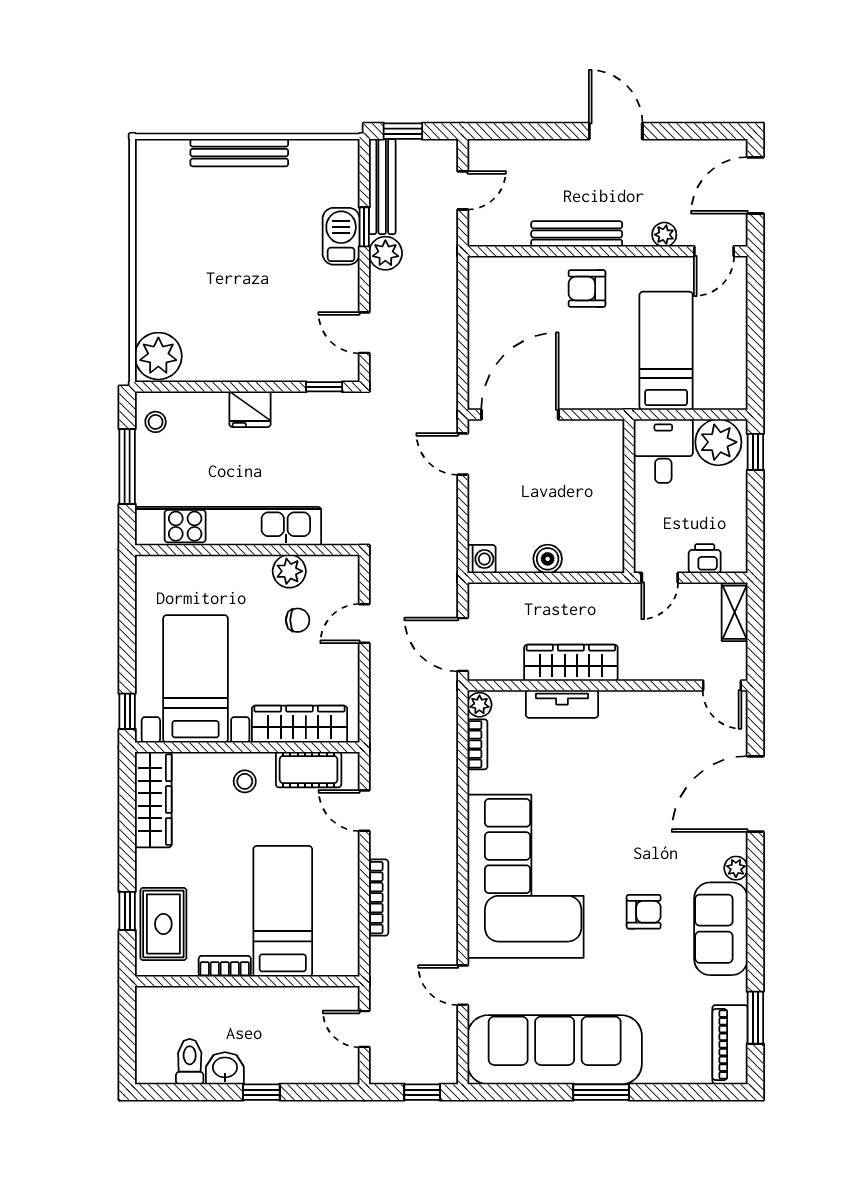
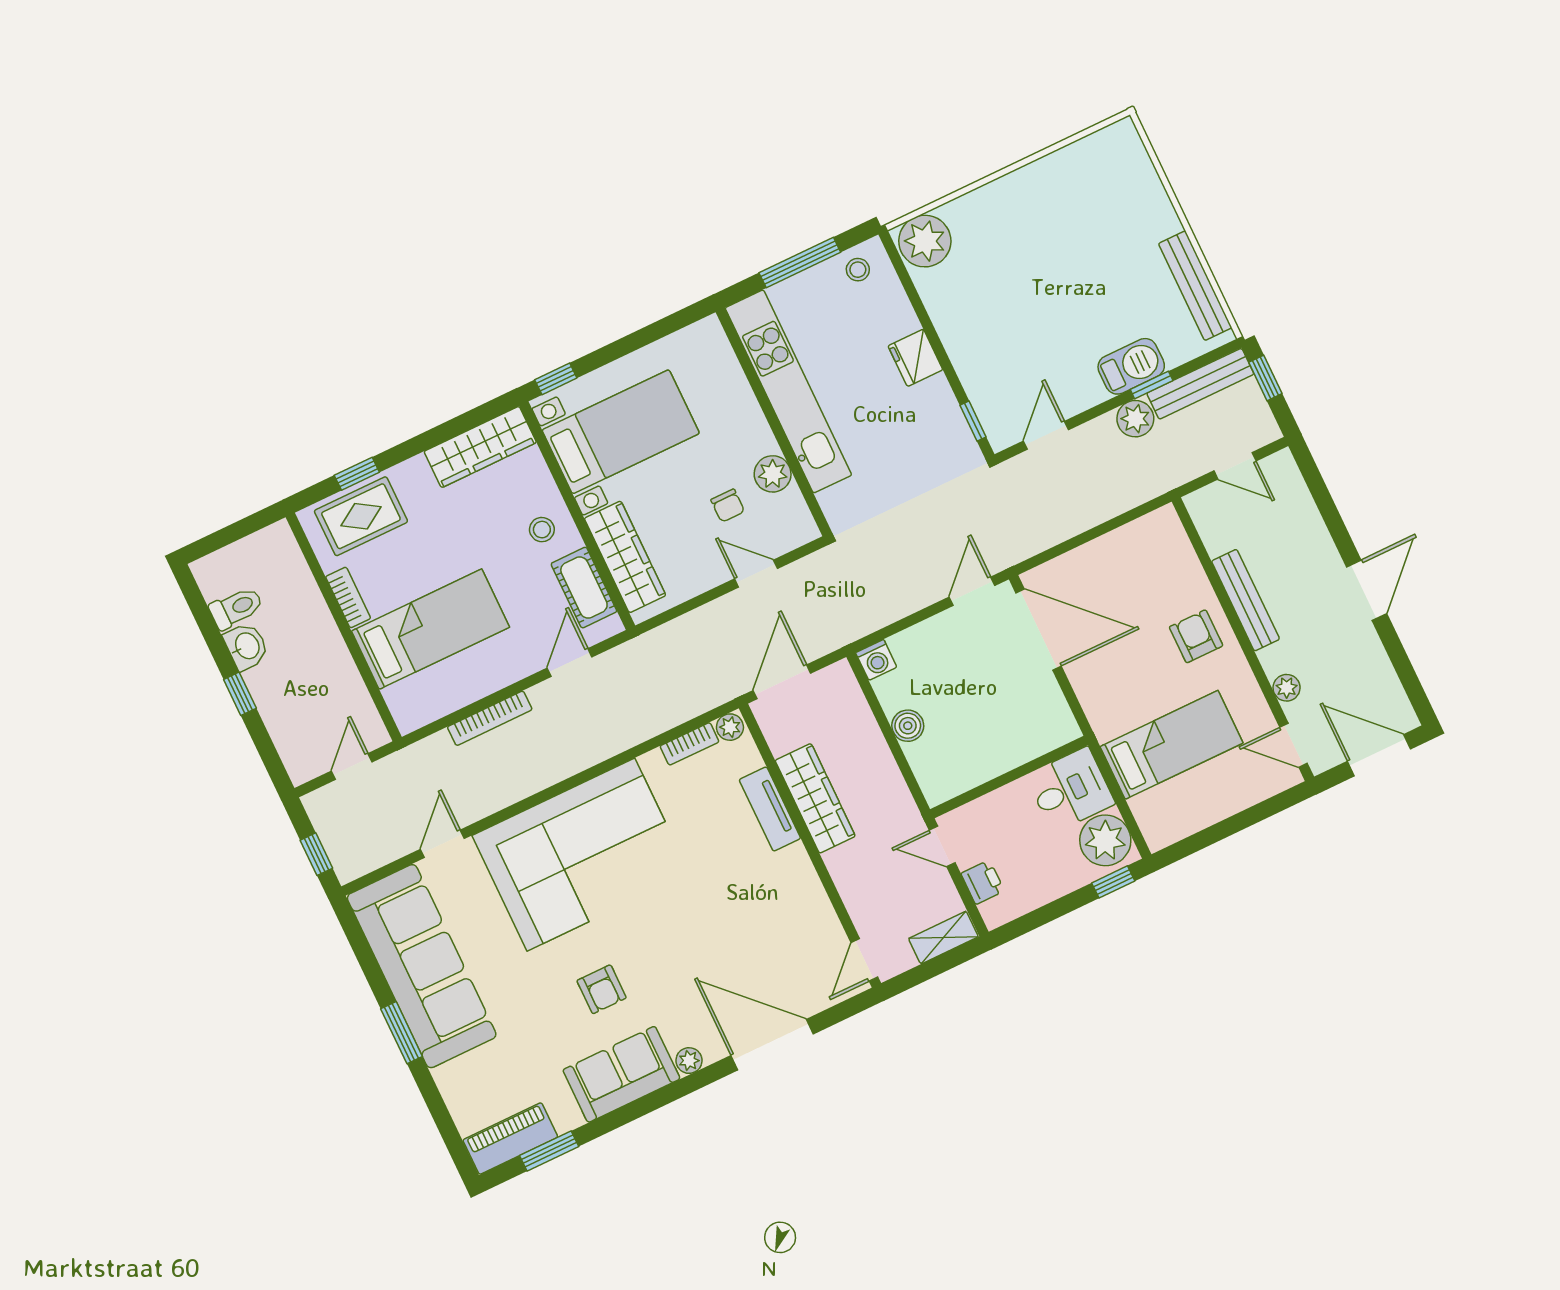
bench: (239, 153) -> (1195, 286), moved

